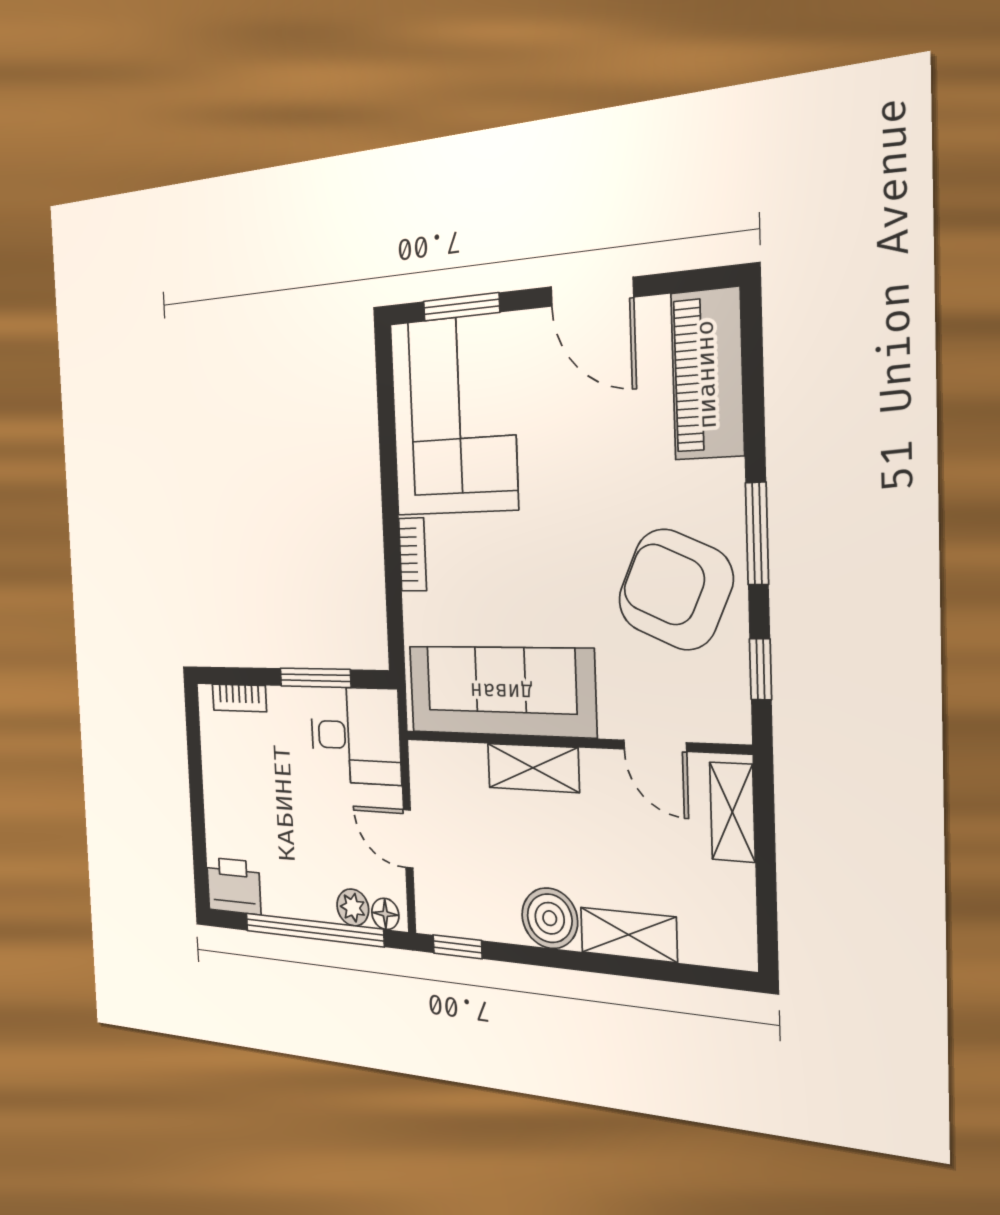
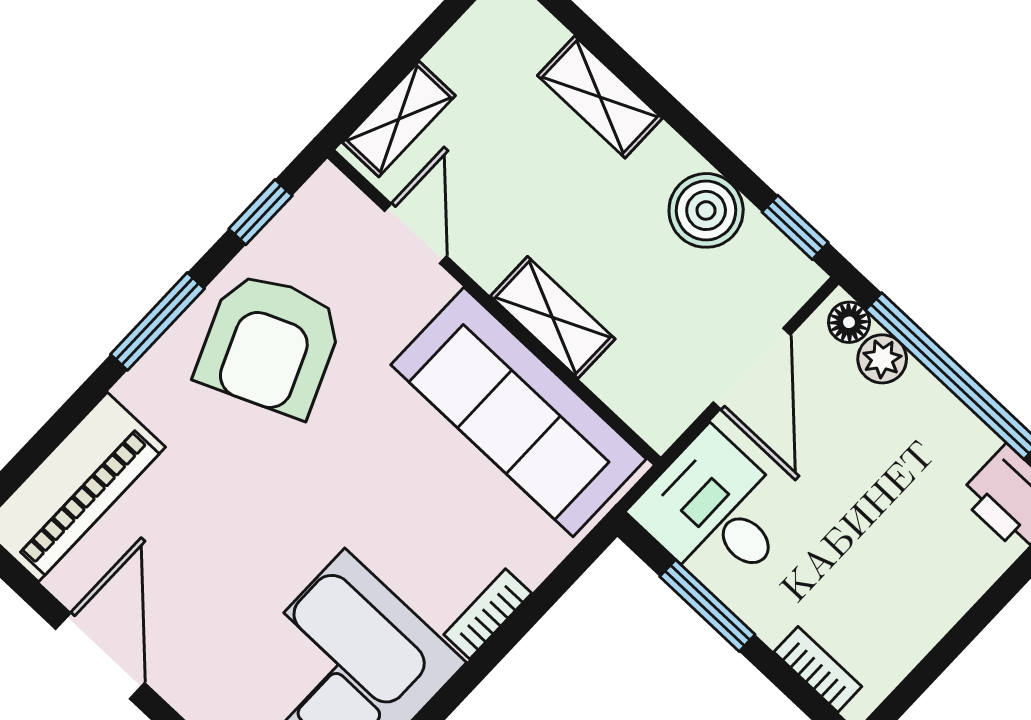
armchair: (675, 589) -> (270, 344), turned 43
door: (408, 839) -> (752, 369), width x1.38
boiler: (550, 918) -> (706, 210), moved

